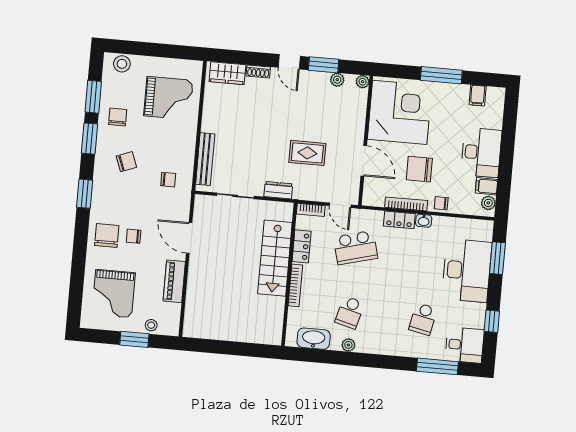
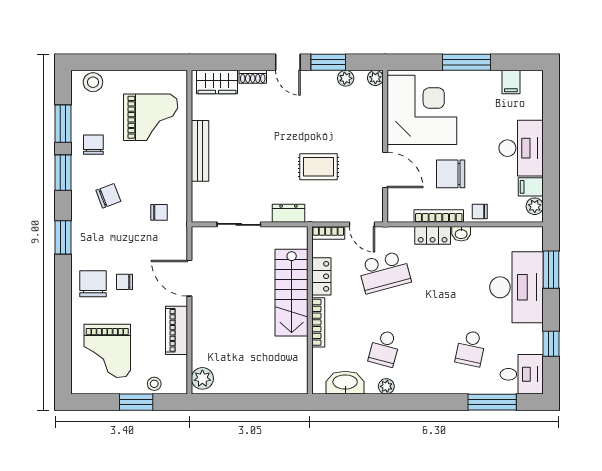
bench: (205, 159) -> (200, 151), moved
plant: (193, 324) -> (202, 378), added

